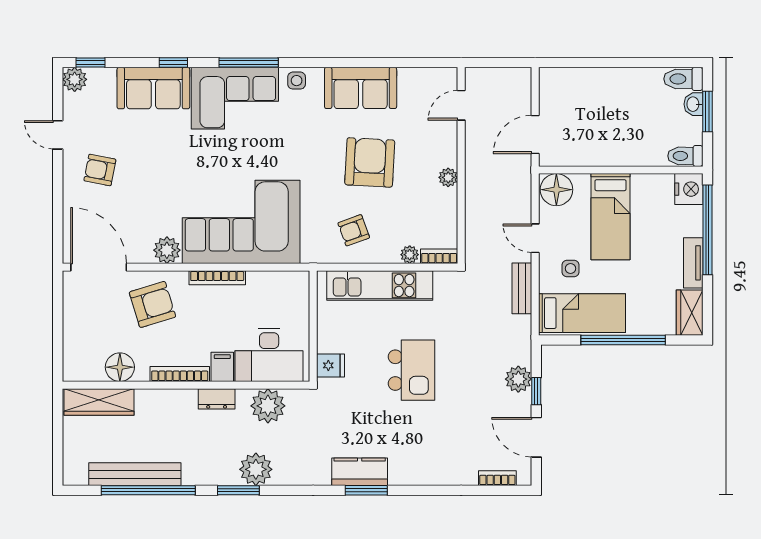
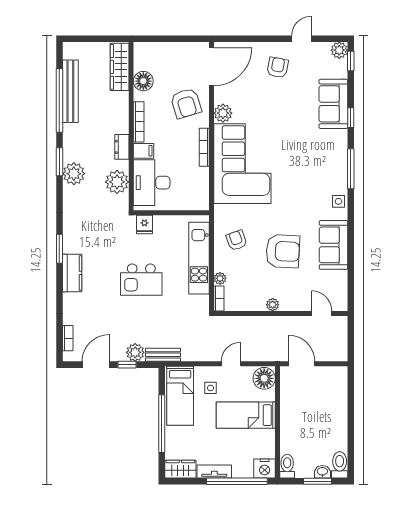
corner sofa: (235, 98) -> (326, 159), removed
bench: (522, 288) -> (163, 355), moved
kitchen counter: (360, 472) -> (72, 273), moved

